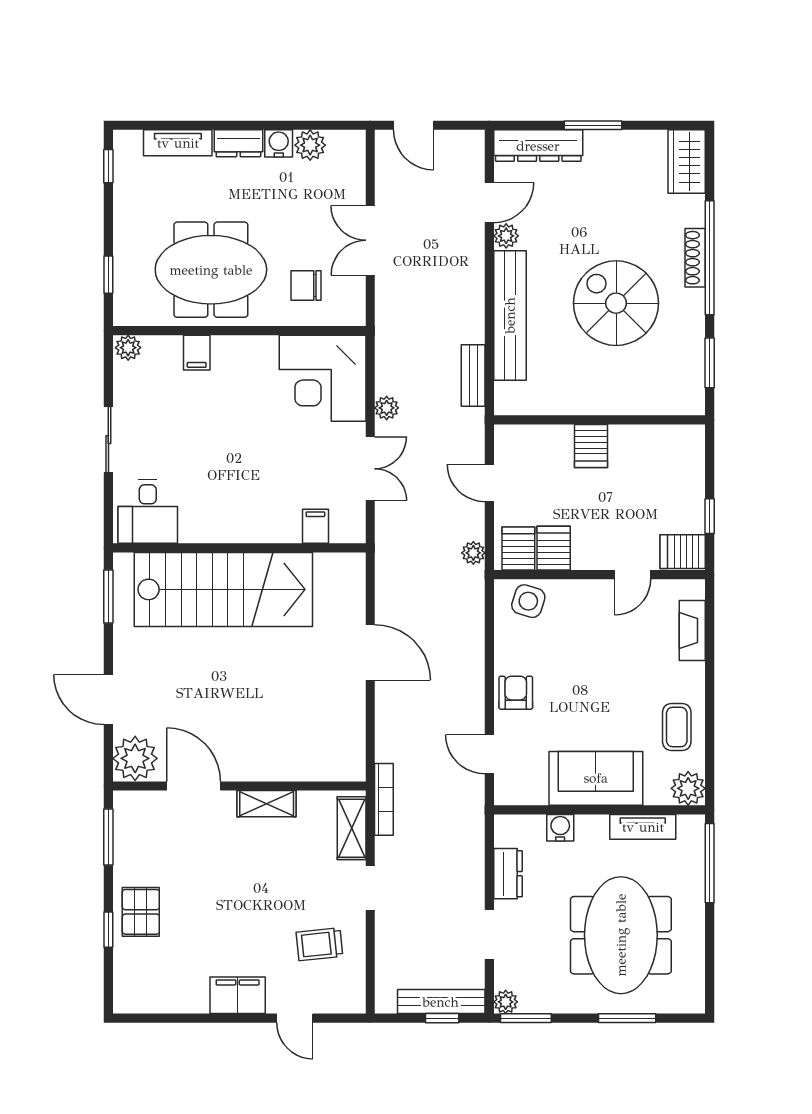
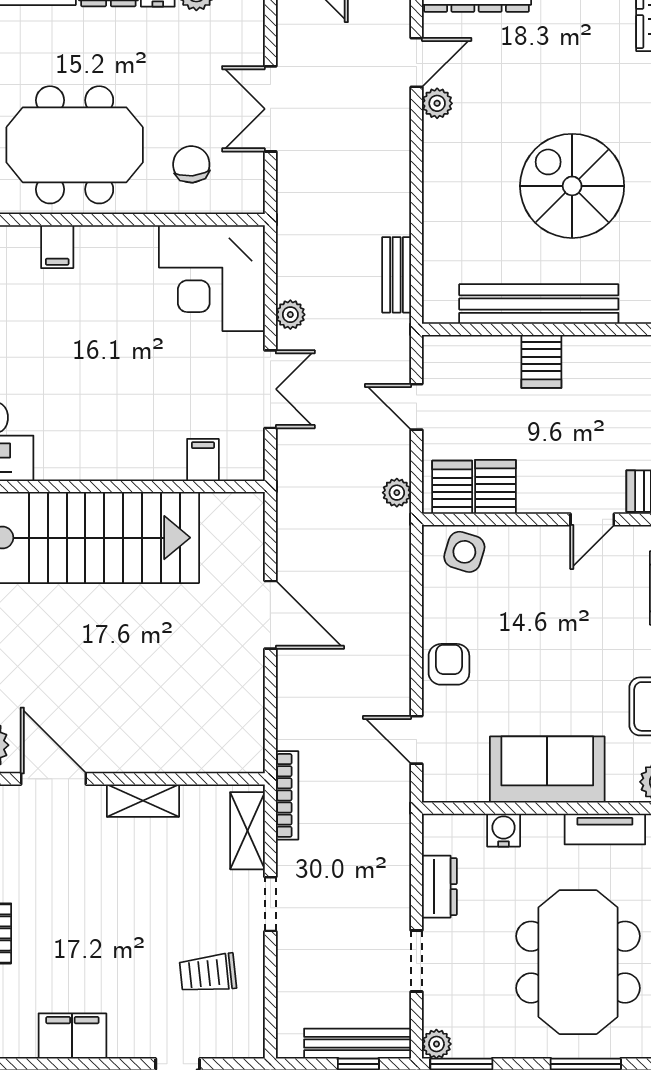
chair: (306, 286) -> (191, 164), turned 85
bench: (510, 315) -> (539, 304), moved, turned 90
filing cabinet: (238, 995) -> (72, 1036), moved

